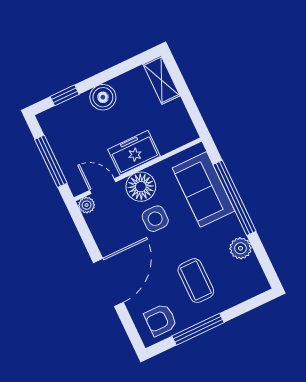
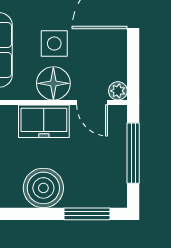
window: (65, 95) -> (87, 214), width x1.50
boiler: (103, 97) -> (43, 188), width x1.37, depth x1.37

